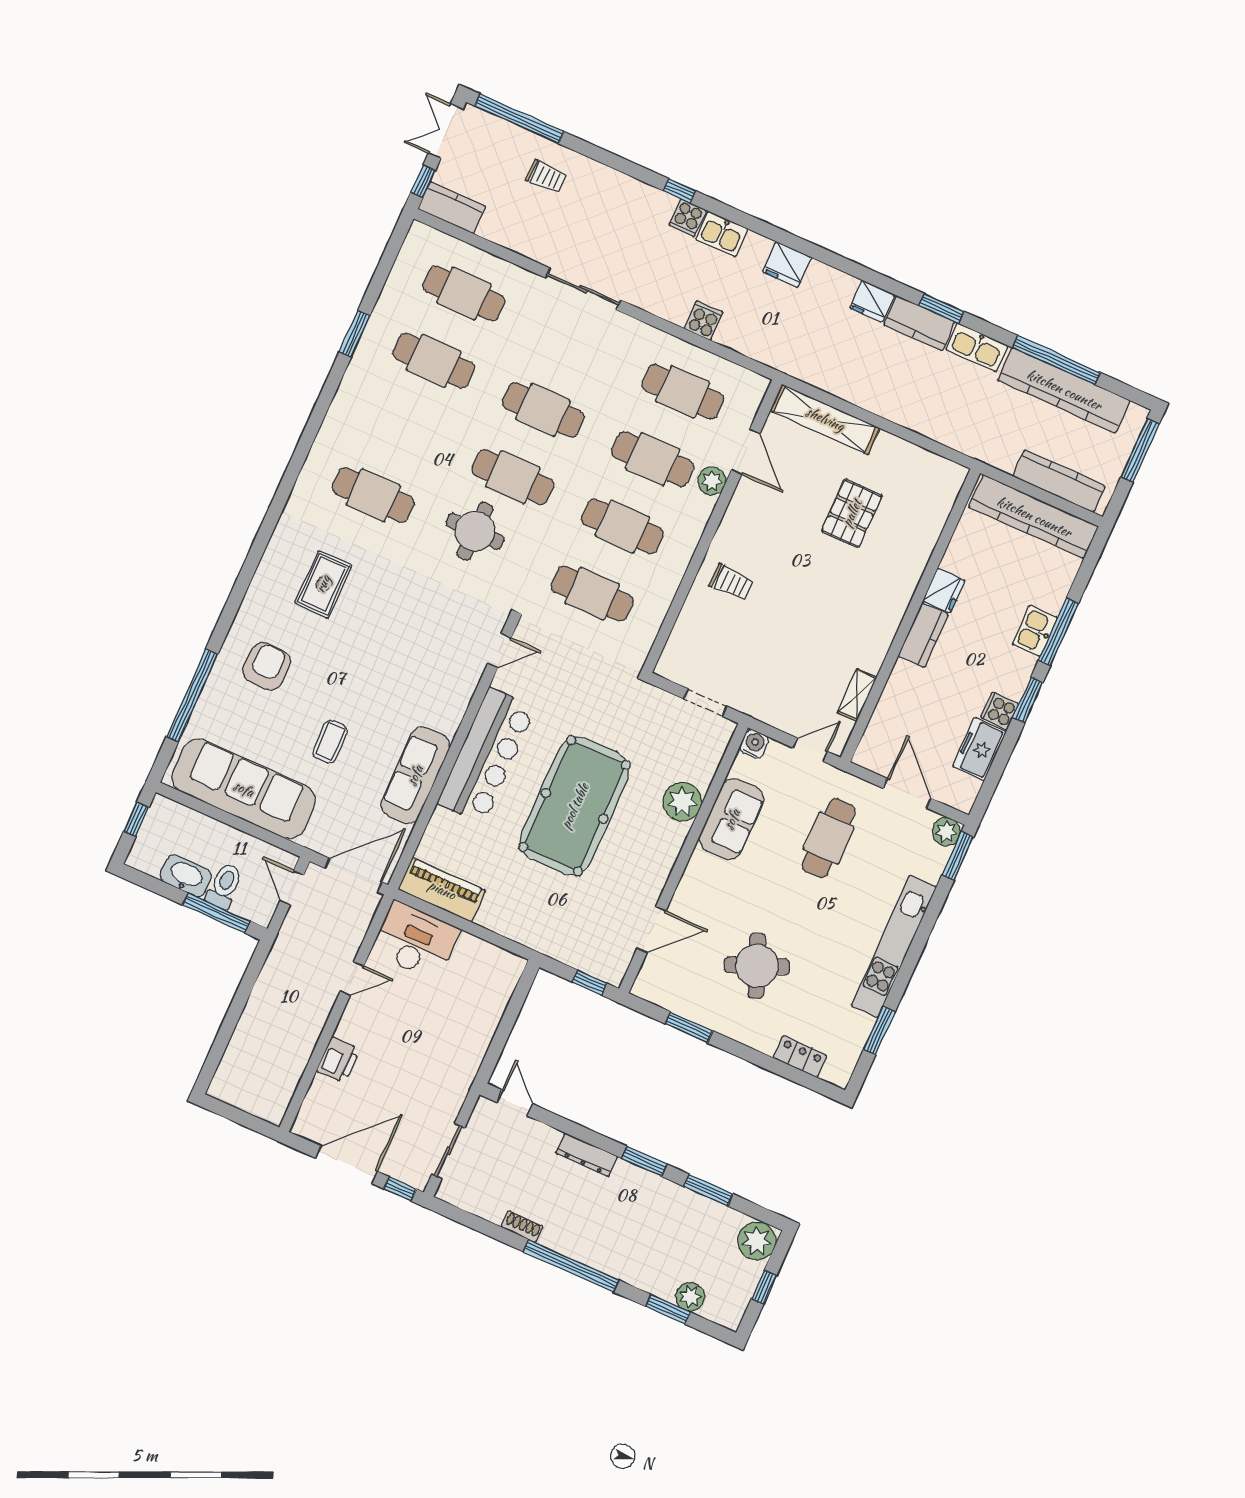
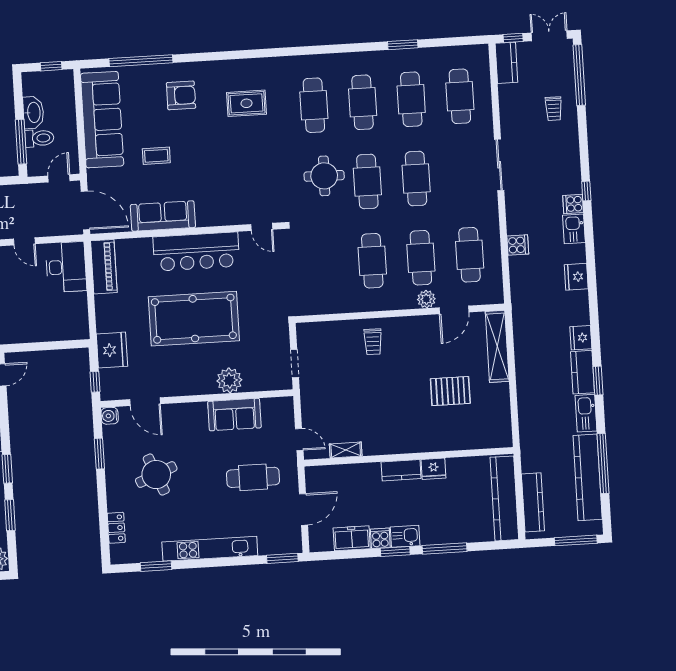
cafe table: (592, 594) -> (363, 102), moved
kitchen sink: (1035, 631) -> (405, 536), moved
water cooler: (754, 744) -> (110, 416), moved, turned 180
plant: (946, 832) -> (293, 544), removed
fridge: (559, 938) -> (112, 350), added

